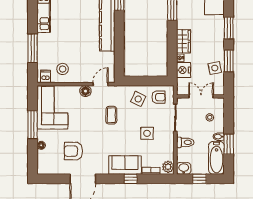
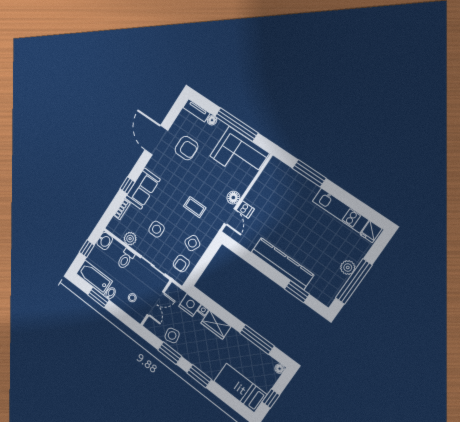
stool: (63, 69) -> (269, 189), removed
dishwasher: (46, 76) -> (245, 209), moved
window: (33, 125) -> (236, 125), width x1.46
armchair: (73, 151) -> (186, 148), turned 90
tv unit: (42, 162) -> (196, 110), added
plant: (168, 167) -> (130, 239), moved

